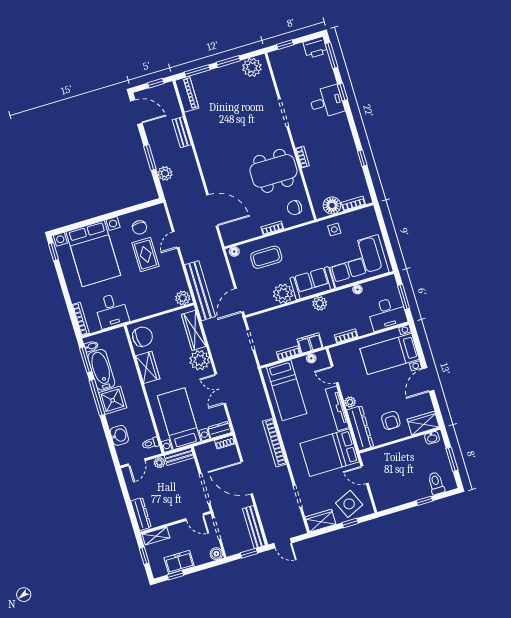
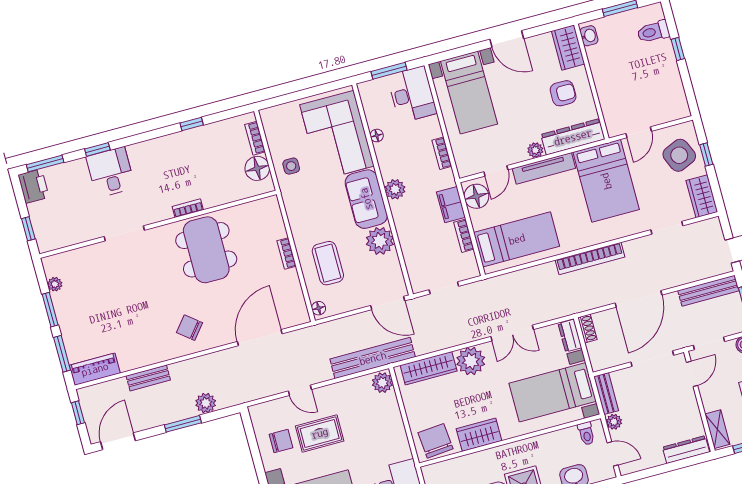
plant: (252, 67) -> (55, 284), width x0.53, depth x0.53
chair: (295, 208) -> (190, 328), moved, turned 129
floor lamp: (311, 358) -> (476, 196), width x1.89, depth x1.89

